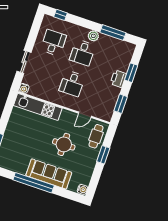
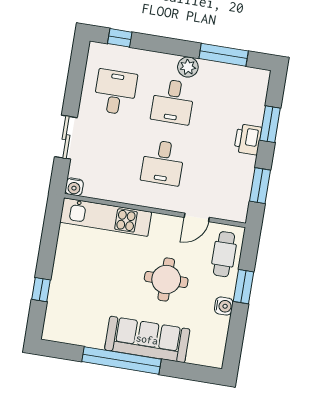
water cooler: (82, 189) -> (224, 306), moved

